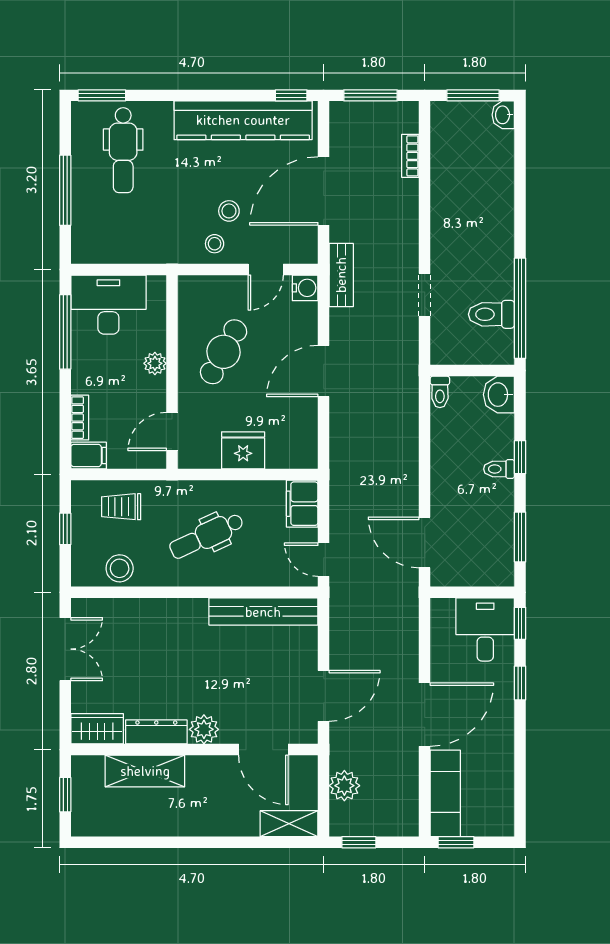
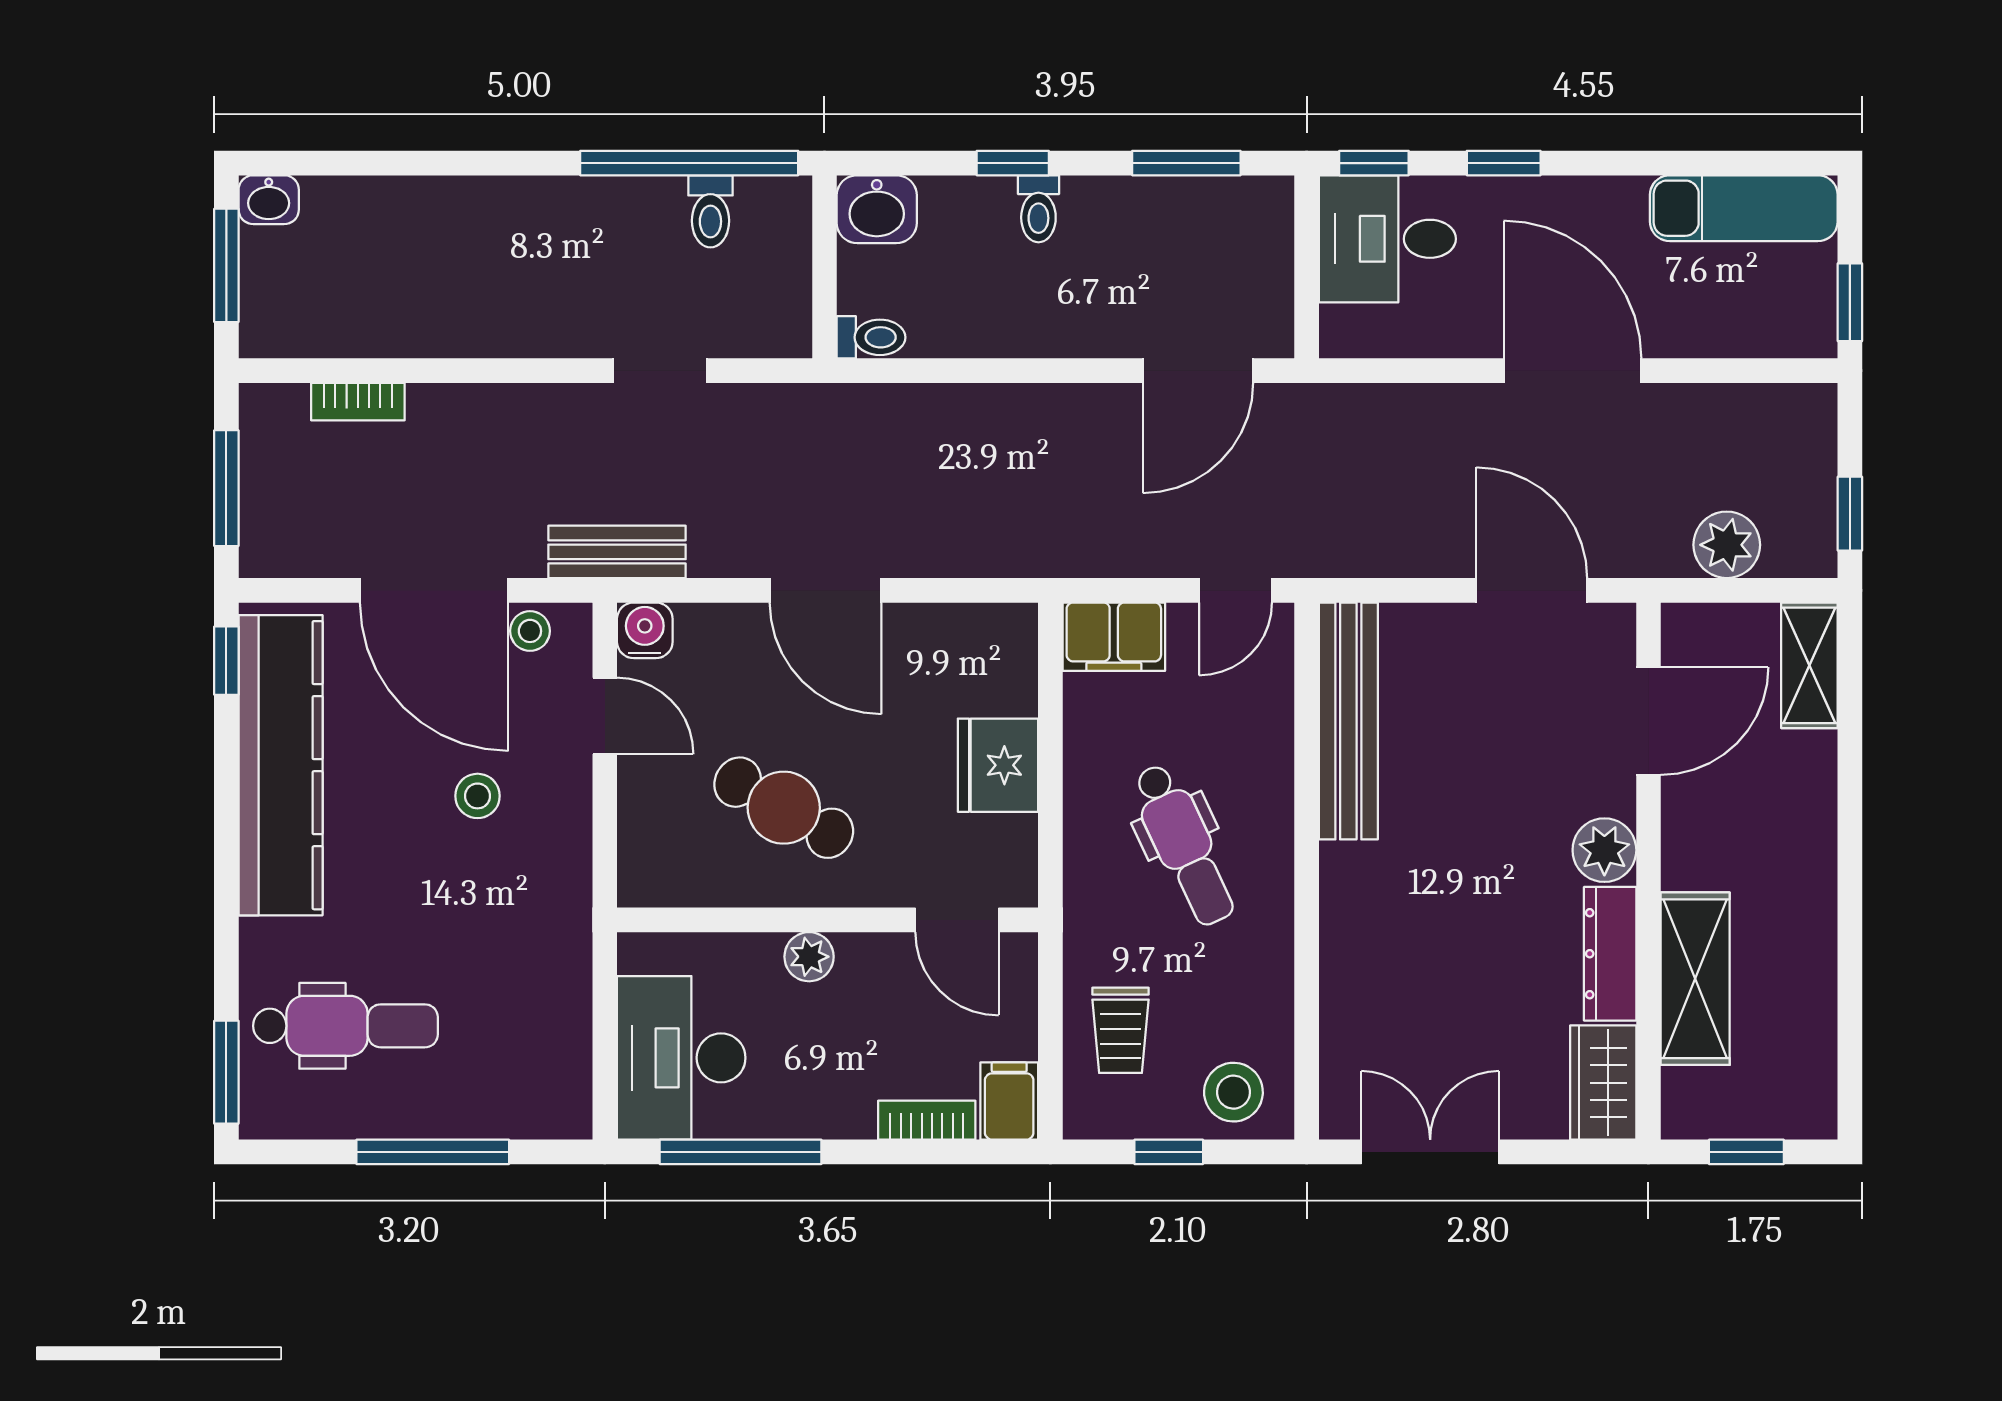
stool: (215, 244) -> (530, 631), moved
toilet: (491, 314) -> (710, 211), width x0.73, depth x0.72
stool: (120, 568) -> (1233, 1092), moved
exam couch: (445, 793) -> (1744, 208), moved, turned 180

